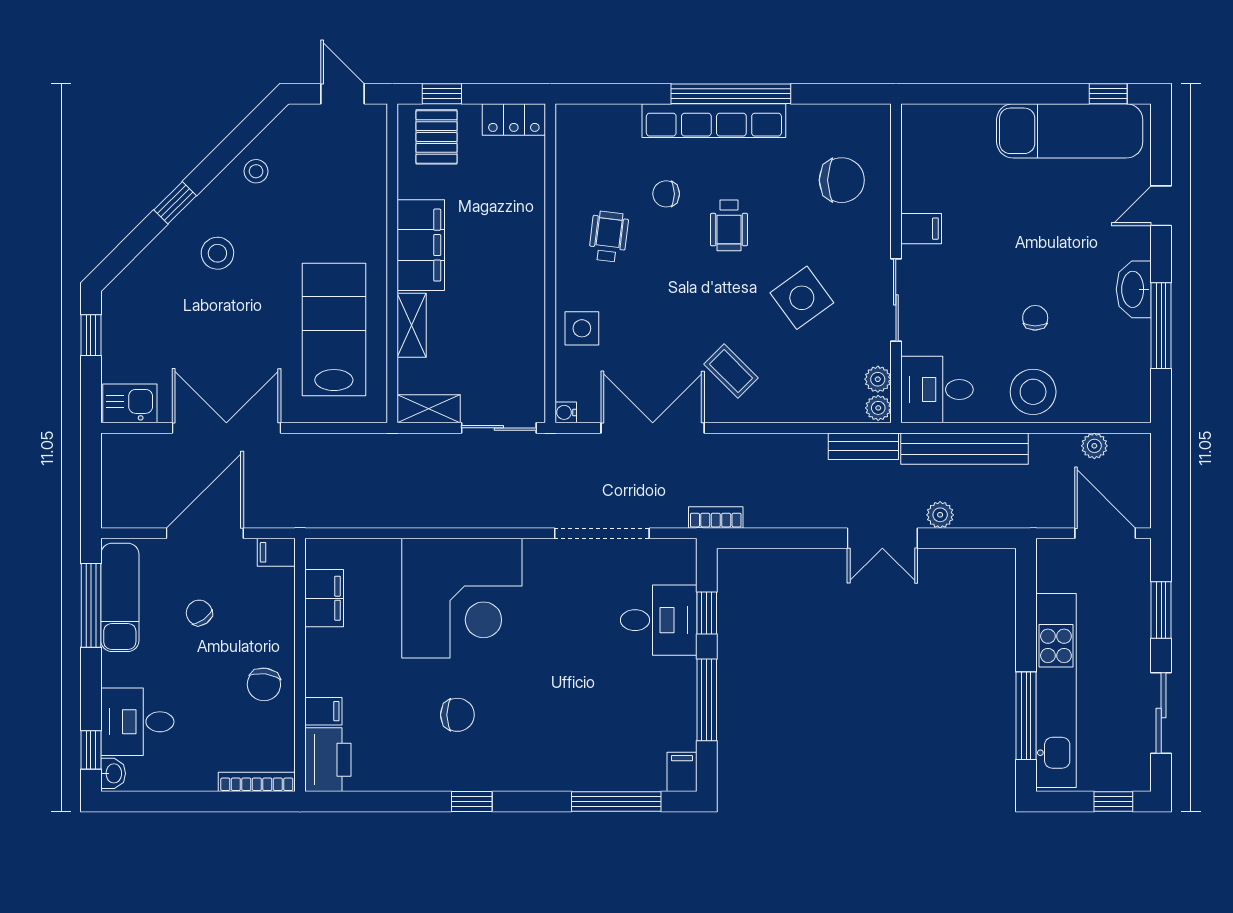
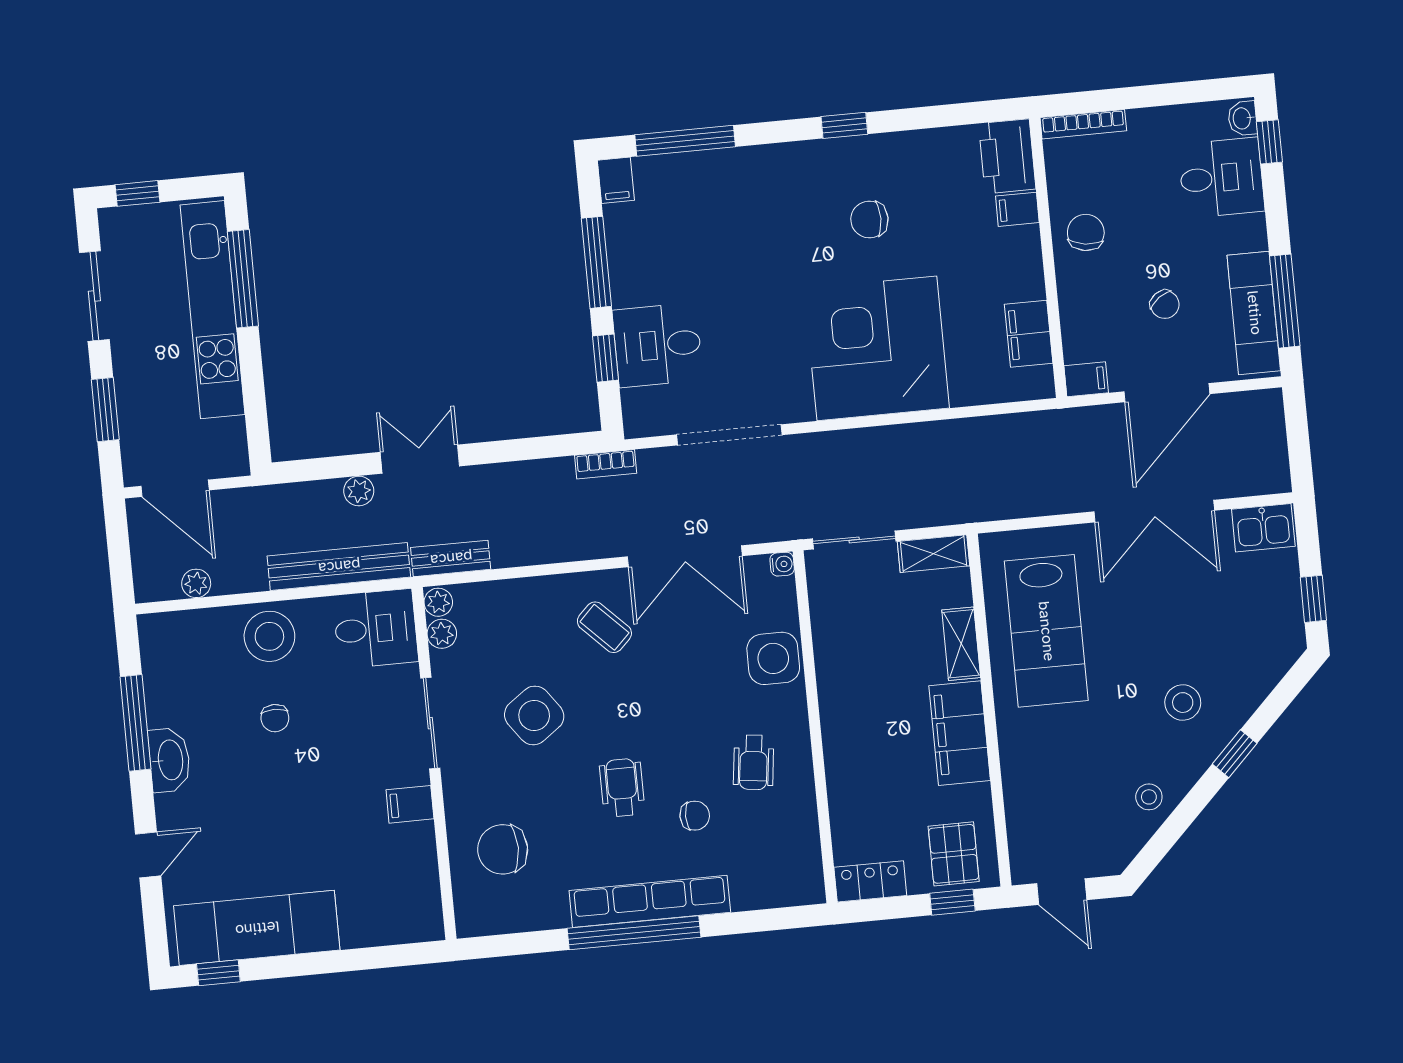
side table: (582, 328) -> (773, 658), width x1.37, depth x1.37

